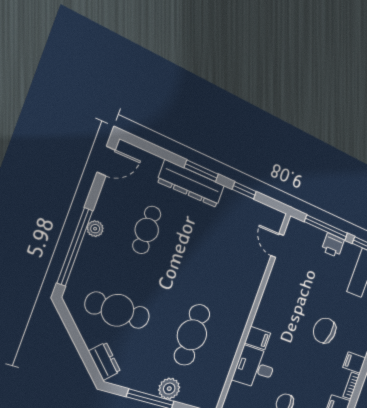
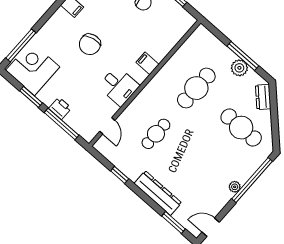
window: (201, 171) -> (174, 222), moved
cafe table: (147, 230) -> (156, 134), moved
chair: (325, 331) -> (90, 44), turned 69
desk: (255, 368) -> (119, 86), moved
plant: (169, 389) -> (239, 68), moved

